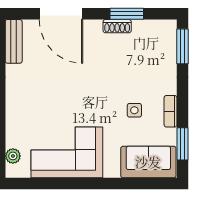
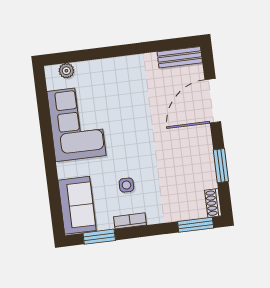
shoe rack: (117, 26) -> (213, 203), moved

